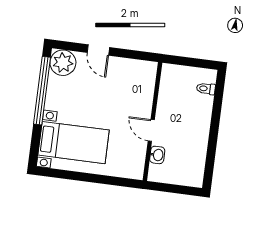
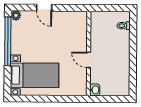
plant: (63, 63) -> (16, 15), width x0.53, depth x0.53
washbasin: (157, 155) -> (95, 90), moved

